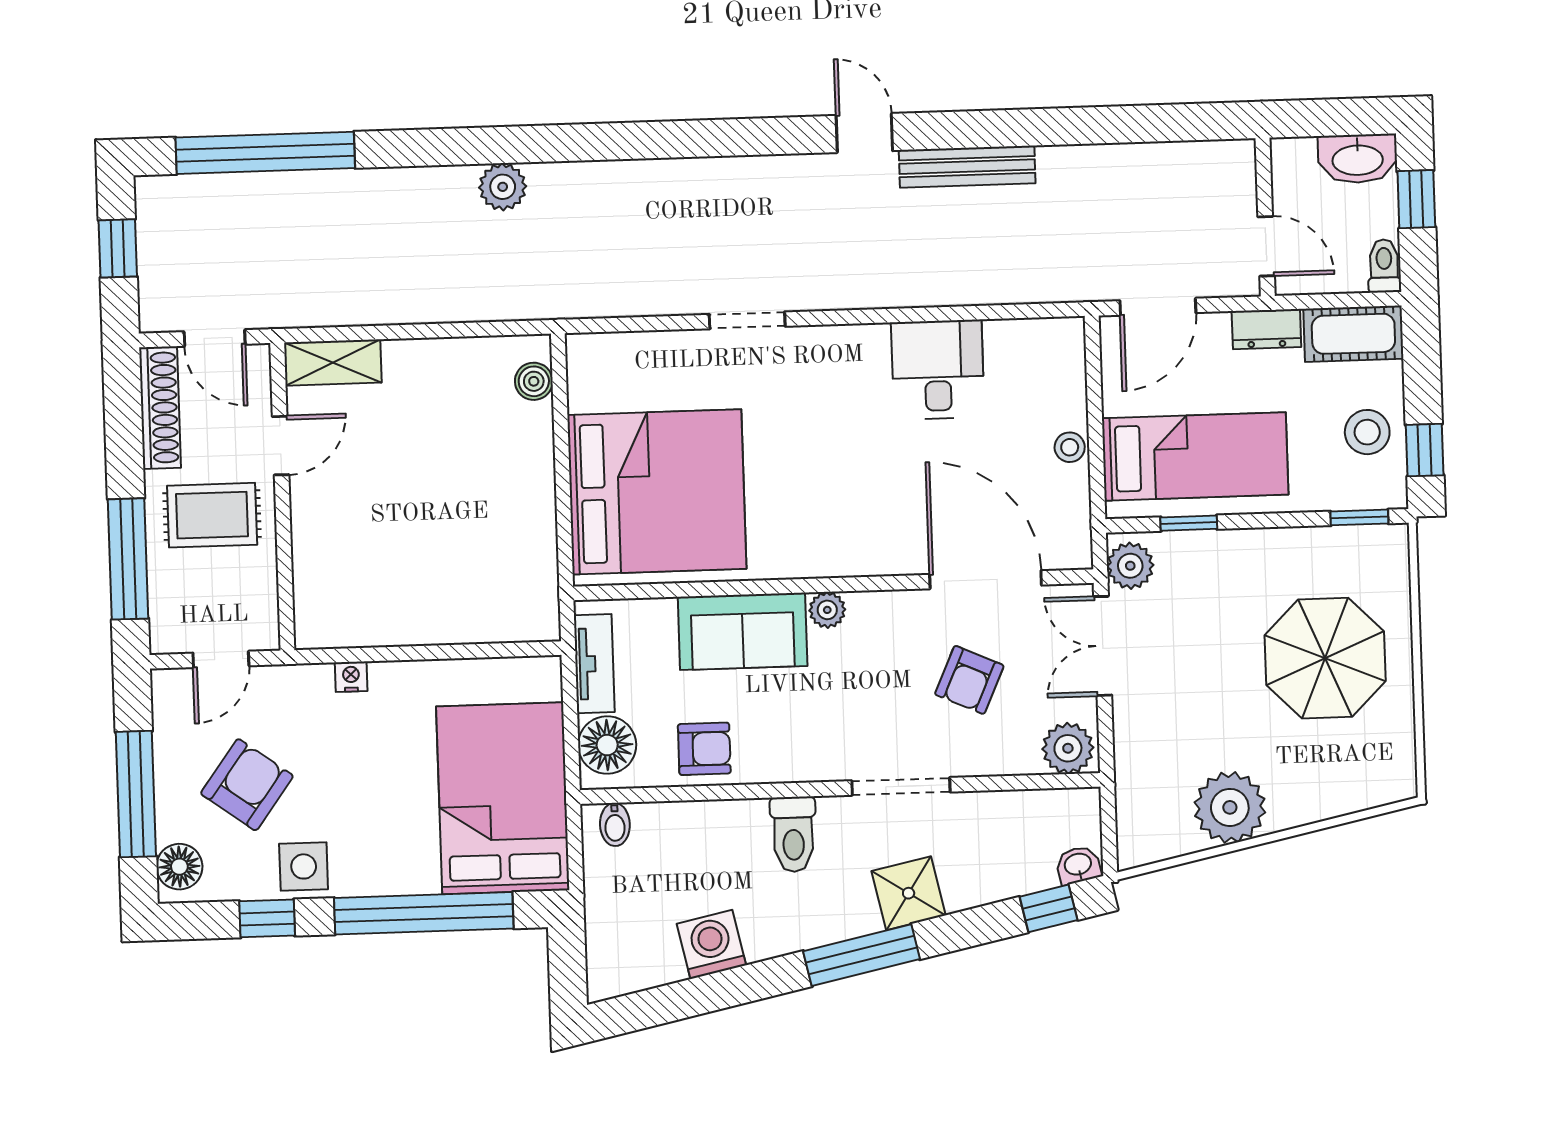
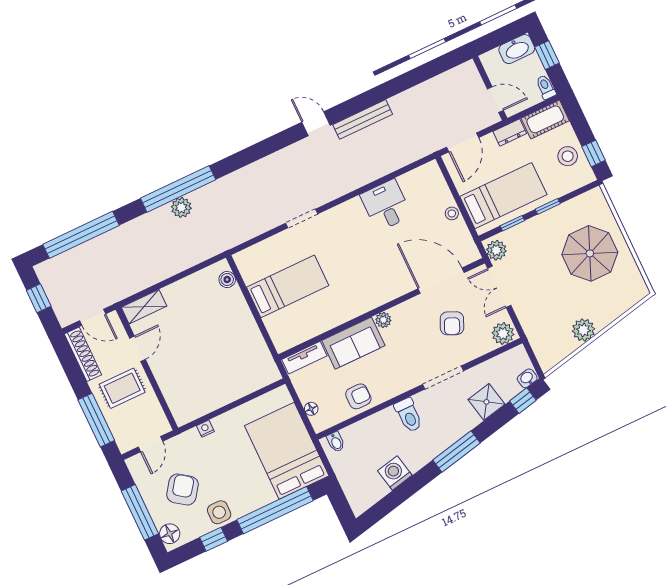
window: (513, 145) -> (178, 189), added
bed: (657, 492) -> (288, 286), width x0.49
window: (1359, 517) -> (548, 206), moved
tv unit: (594, 664) -> (304, 358), moved, turned 90
floor lamp: (607, 745) -> (311, 409), width x0.53, depth x0.53
plant: (1230, 807) -> (583, 330), width x0.73, depth x0.73
shower: (909, 893) -> (486, 402), moved

